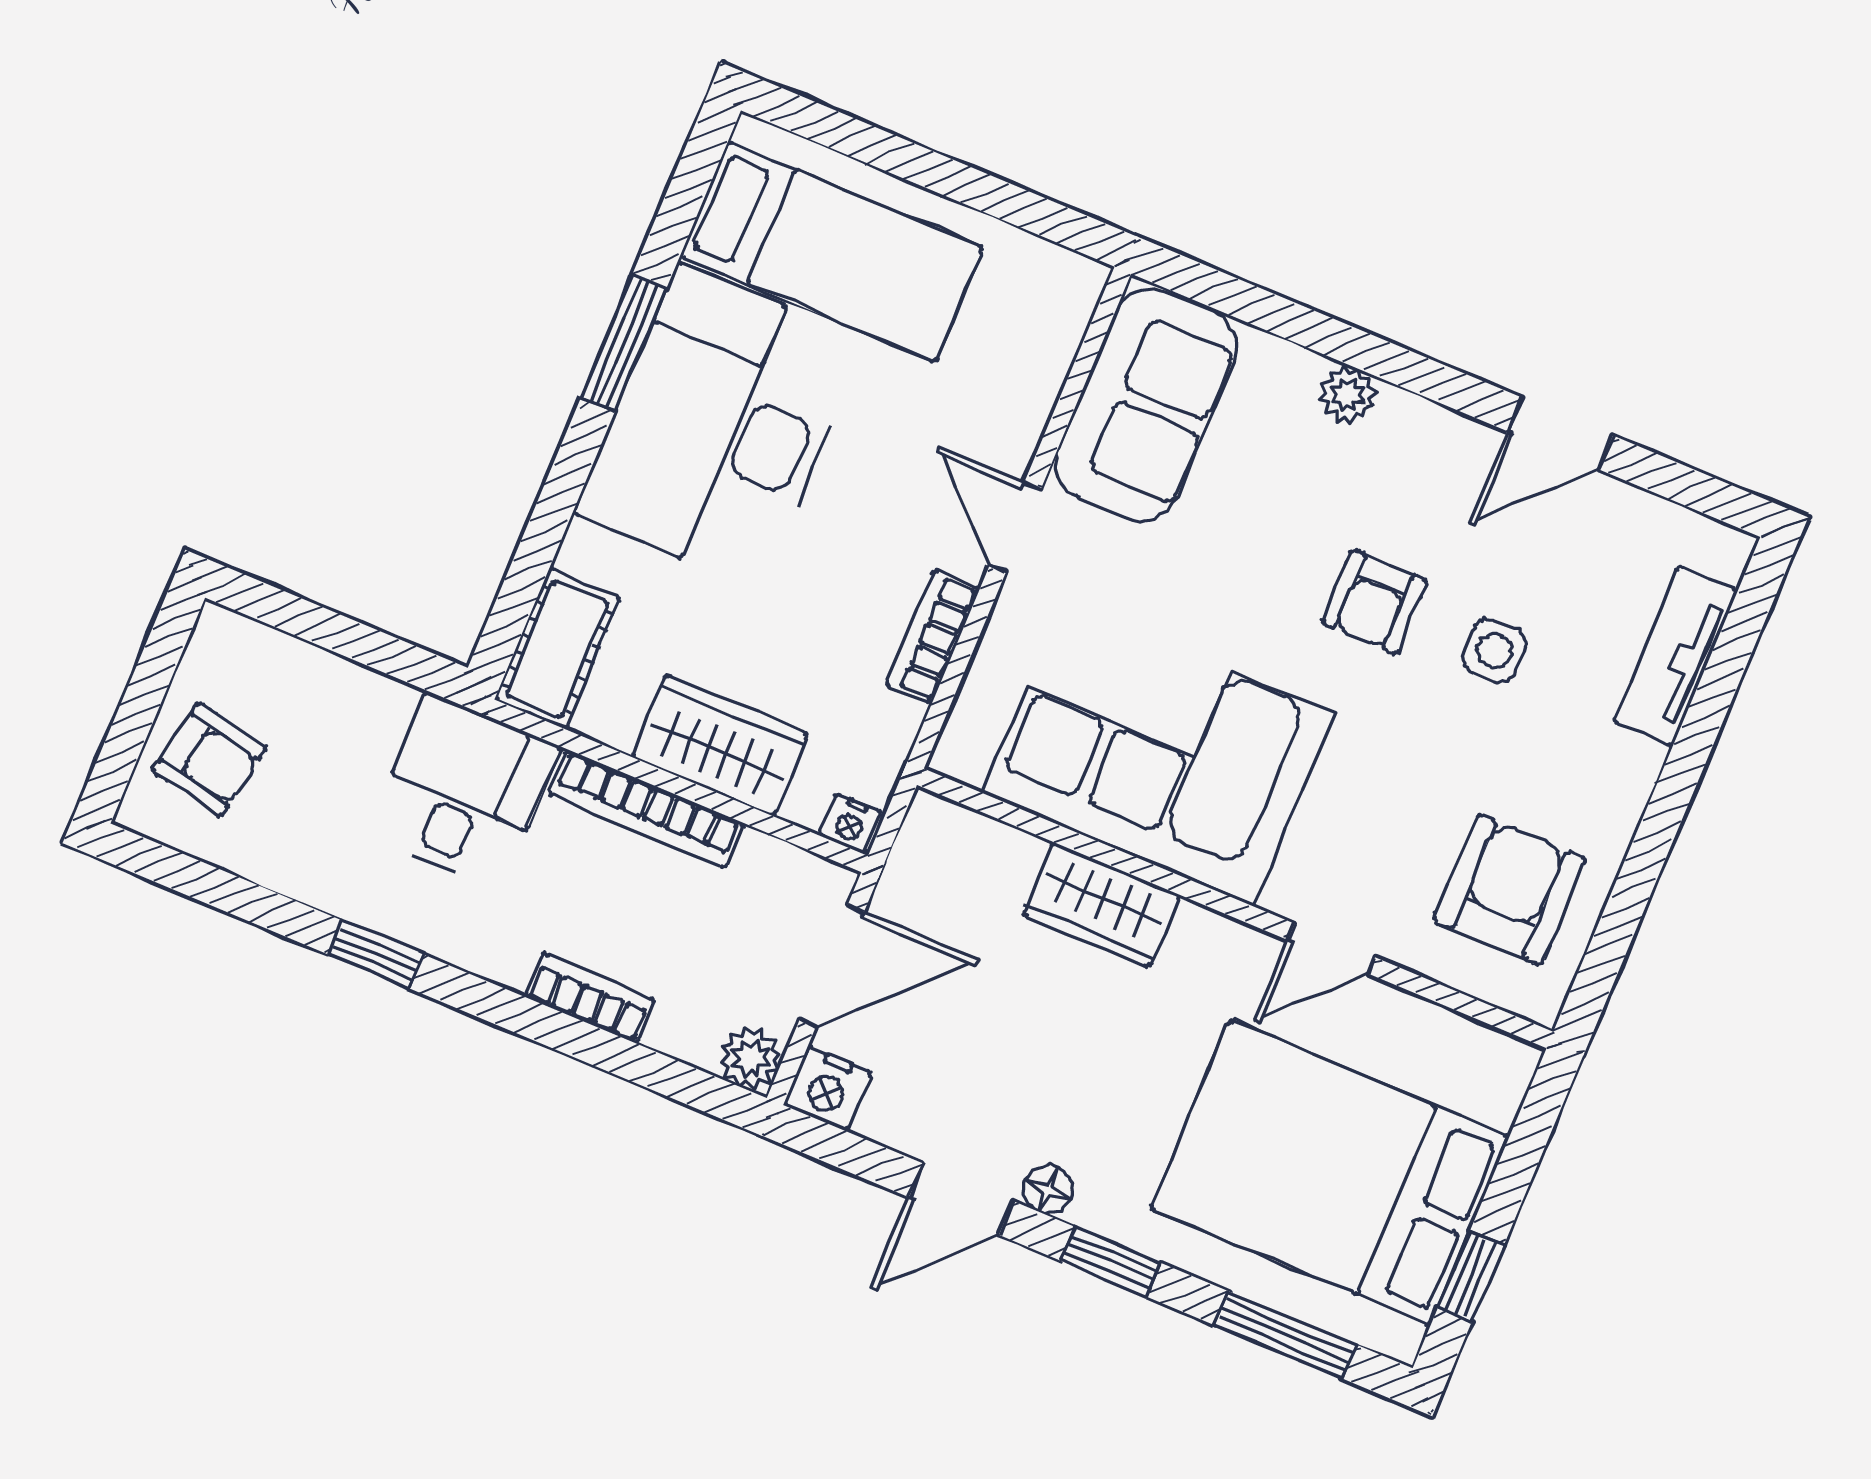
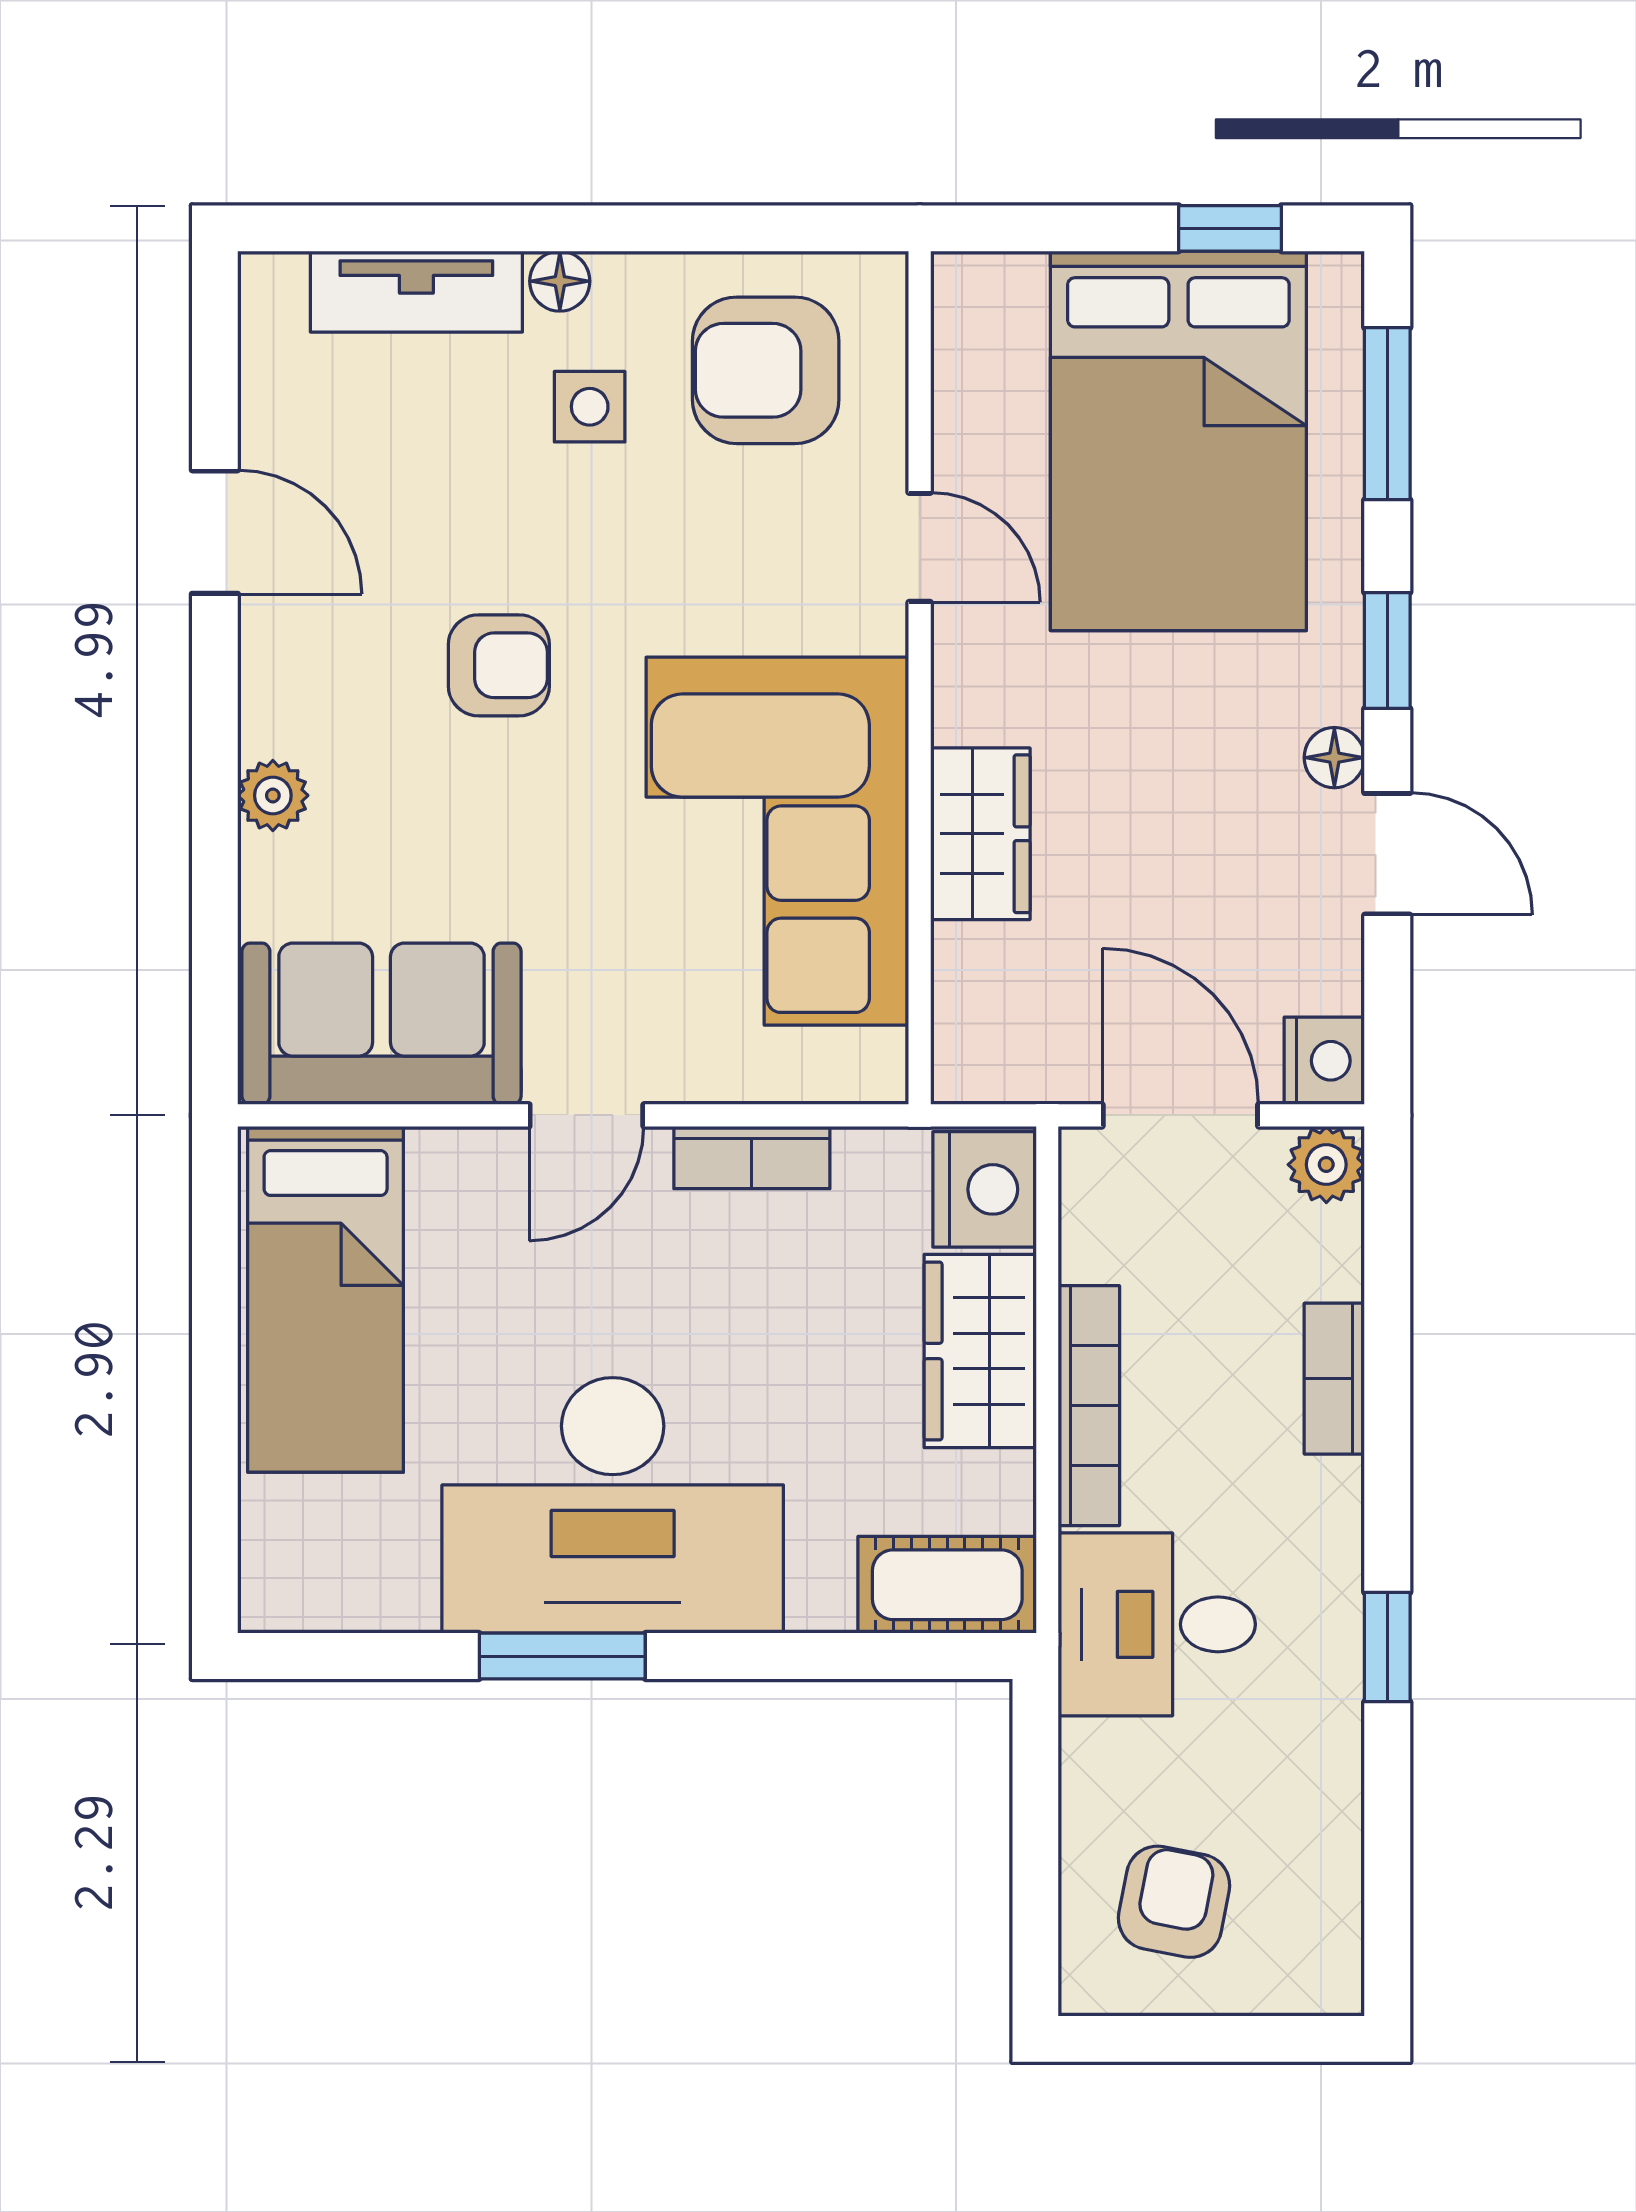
bed: (832, 252) -> (326, 1299), moved, turned 180
side table: (1494, 651) -> (590, 407), moved
armchair: (210, 759) -> (1174, 1902), moved
floor lamp: (1639, 765) -> (560, 281), added
nightstand: (851, 824) -> (985, 1189), width x1.89, depth x1.79

